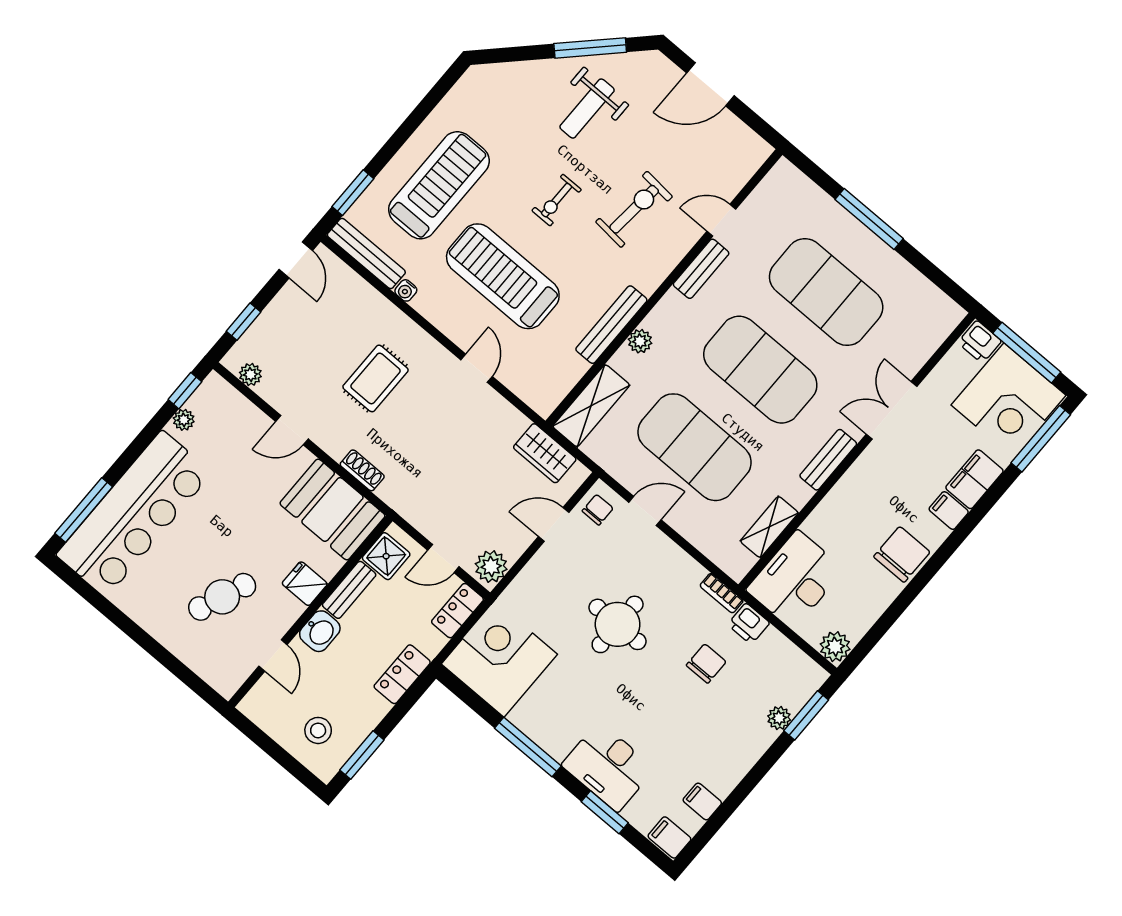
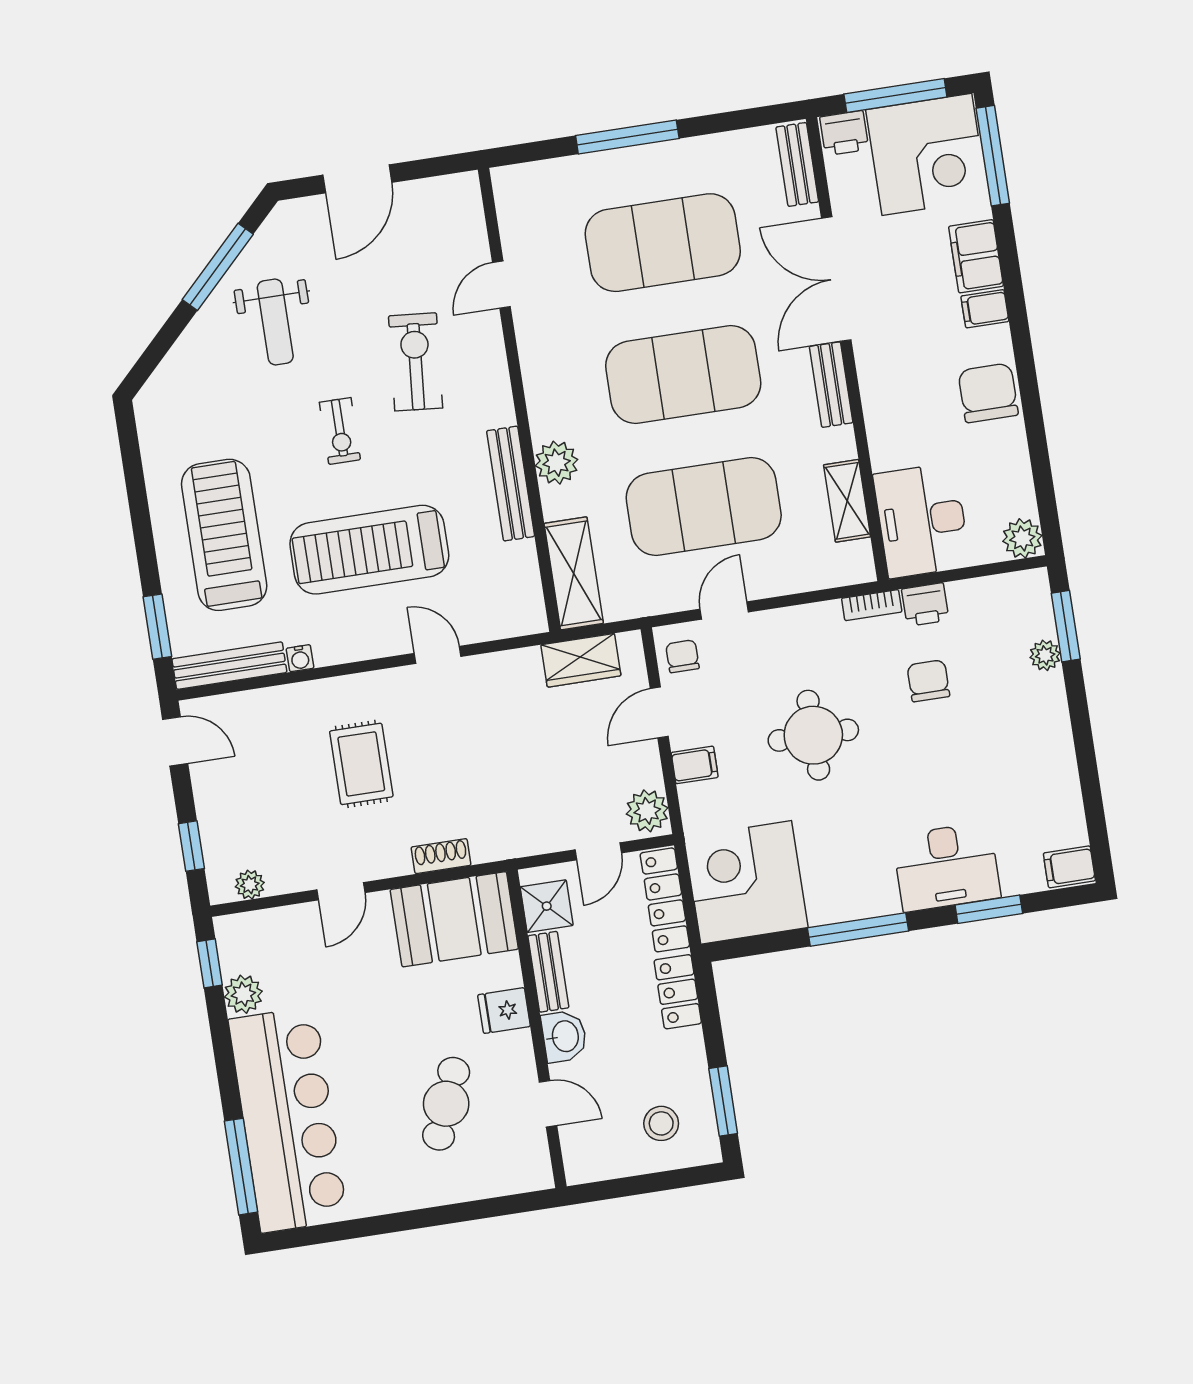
bench: (701, 269) -> (797, 164), moved
plant: (640, 341) -> (557, 463), width x1.38, depth x1.38
double door: (892, 410) -> (836, 279), width x1.37
plant: (184, 420) -> (243, 994), width x1.38, depth x1.38
locker: (458, 611) -> (665, 900), width x1.53
filing cabinet: (702, 802) -> (695, 765), moved, turned 180

